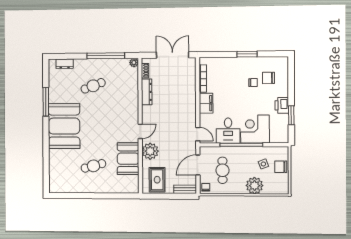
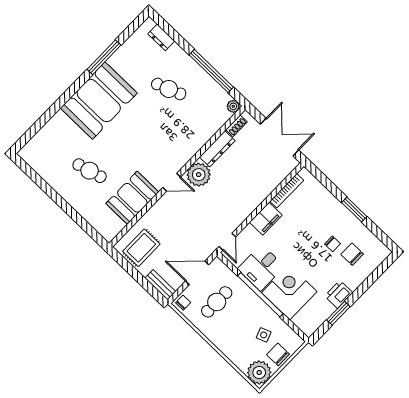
plant: (150, 151) -> (199, 175), moved
plant: (255, 186) -> (259, 372), moved

